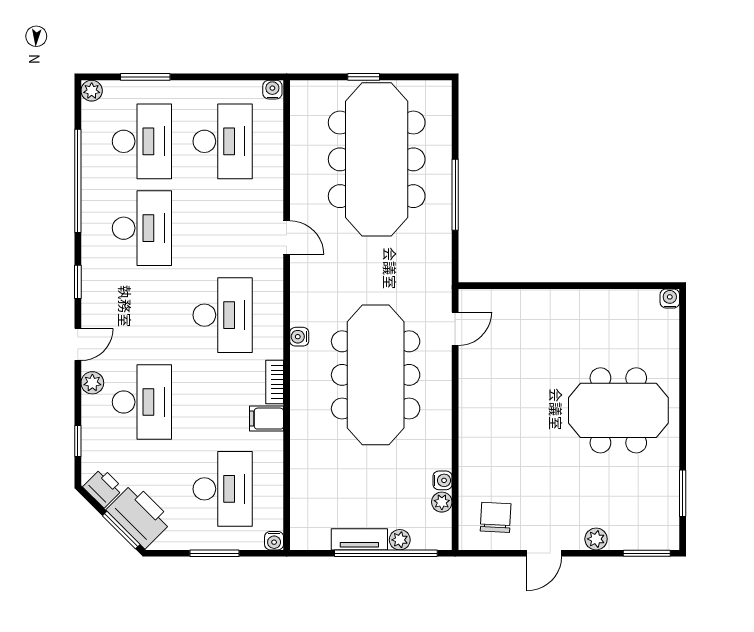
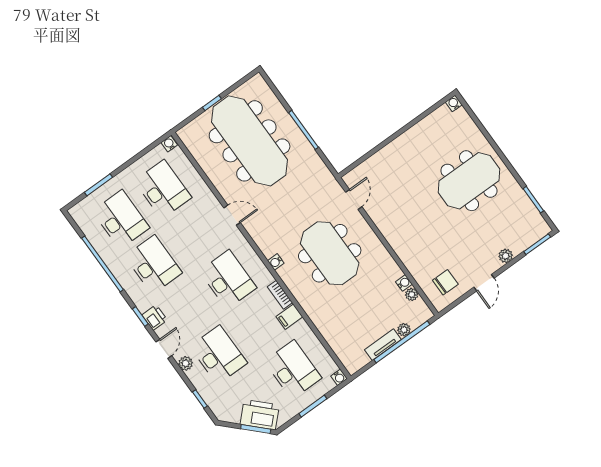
plant: (92, 91) -> (76, 212), removed
meeting table: (376, 375) -> (330, 253), width x0.73
printer: (103, 488) -> (155, 318), moved, turned 45
chair: (496, 517) -> (445, 282), turned 87

